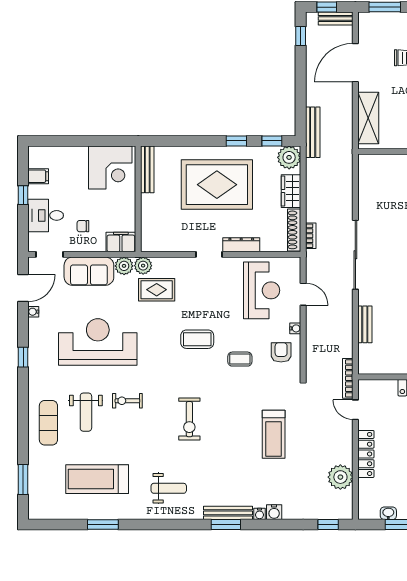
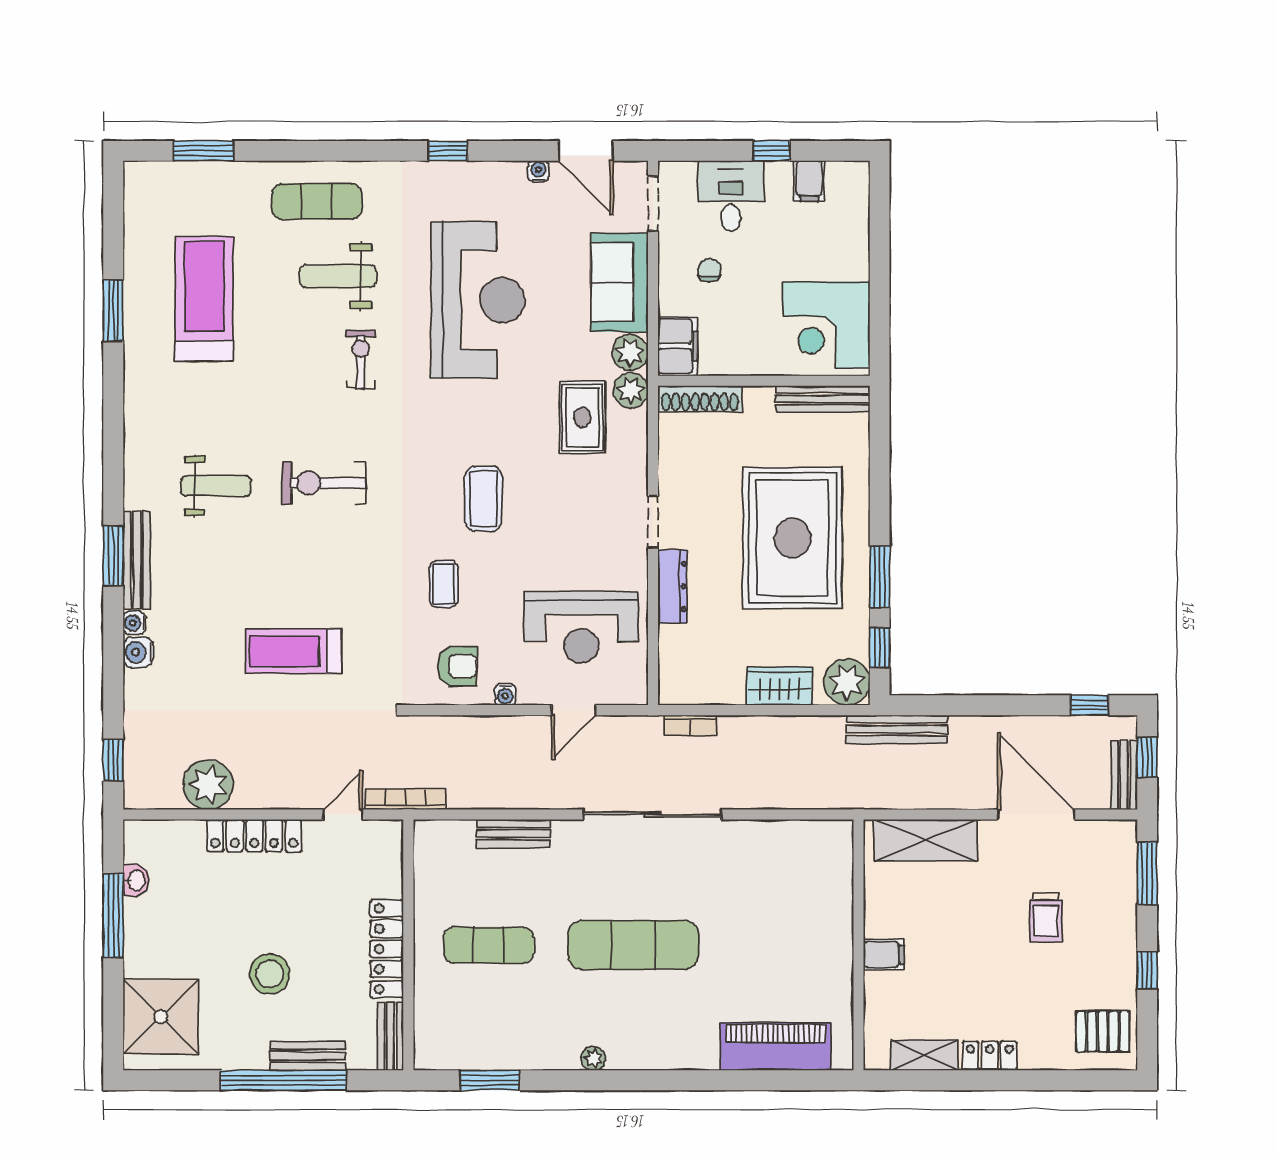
window: (236, 141) -> (880, 577), width x1.50
shoe rack: (294, 230) -> (700, 399), moved, turned 180
weight bench: (169, 488) -> (216, 486), moved, turned -90

